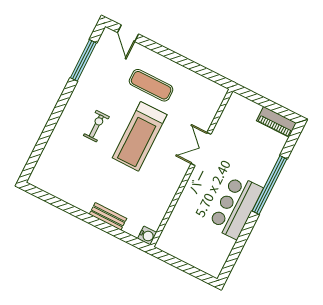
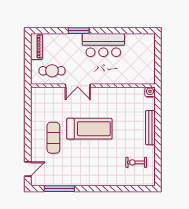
exercise bike: (96, 126) -> (136, 162), moved
cafe table: (236, 126) -> (52, 71), added
window: (270, 185) -> (79, 31), width x0.47
bench: (108, 216) -> (150, 128), width x1.36

